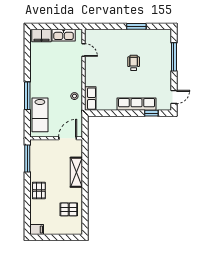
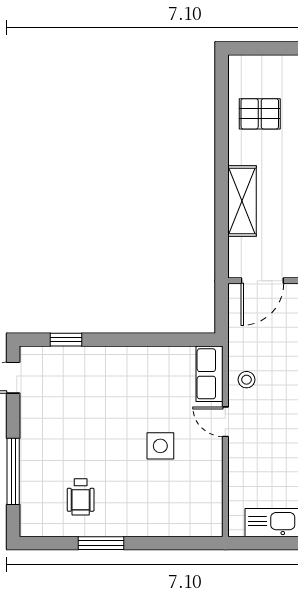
door: (83, 50) -> (225, 422), moved
wheelchair: (134, 63) -> (81, 497), moved
side table: (111, 68) -> (160, 446), added
row of seats: (137, 104) -> (101, 361), removed

